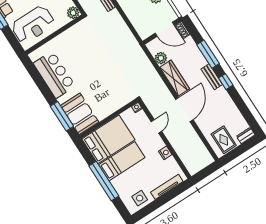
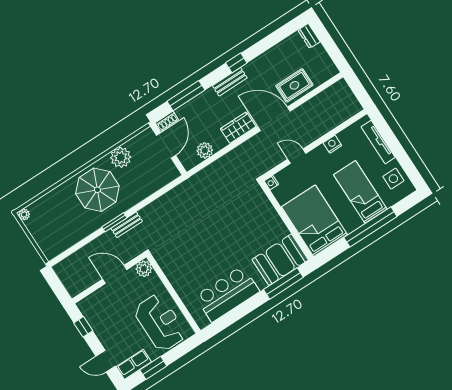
window: (208, 54) -> (186, 96), moved
wardrobe: (175, 78) -> (238, 128), width x0.67
rug: (224, 140) -> (294, 85), moved
bed: (122, 161) -> (360, 192), moved

